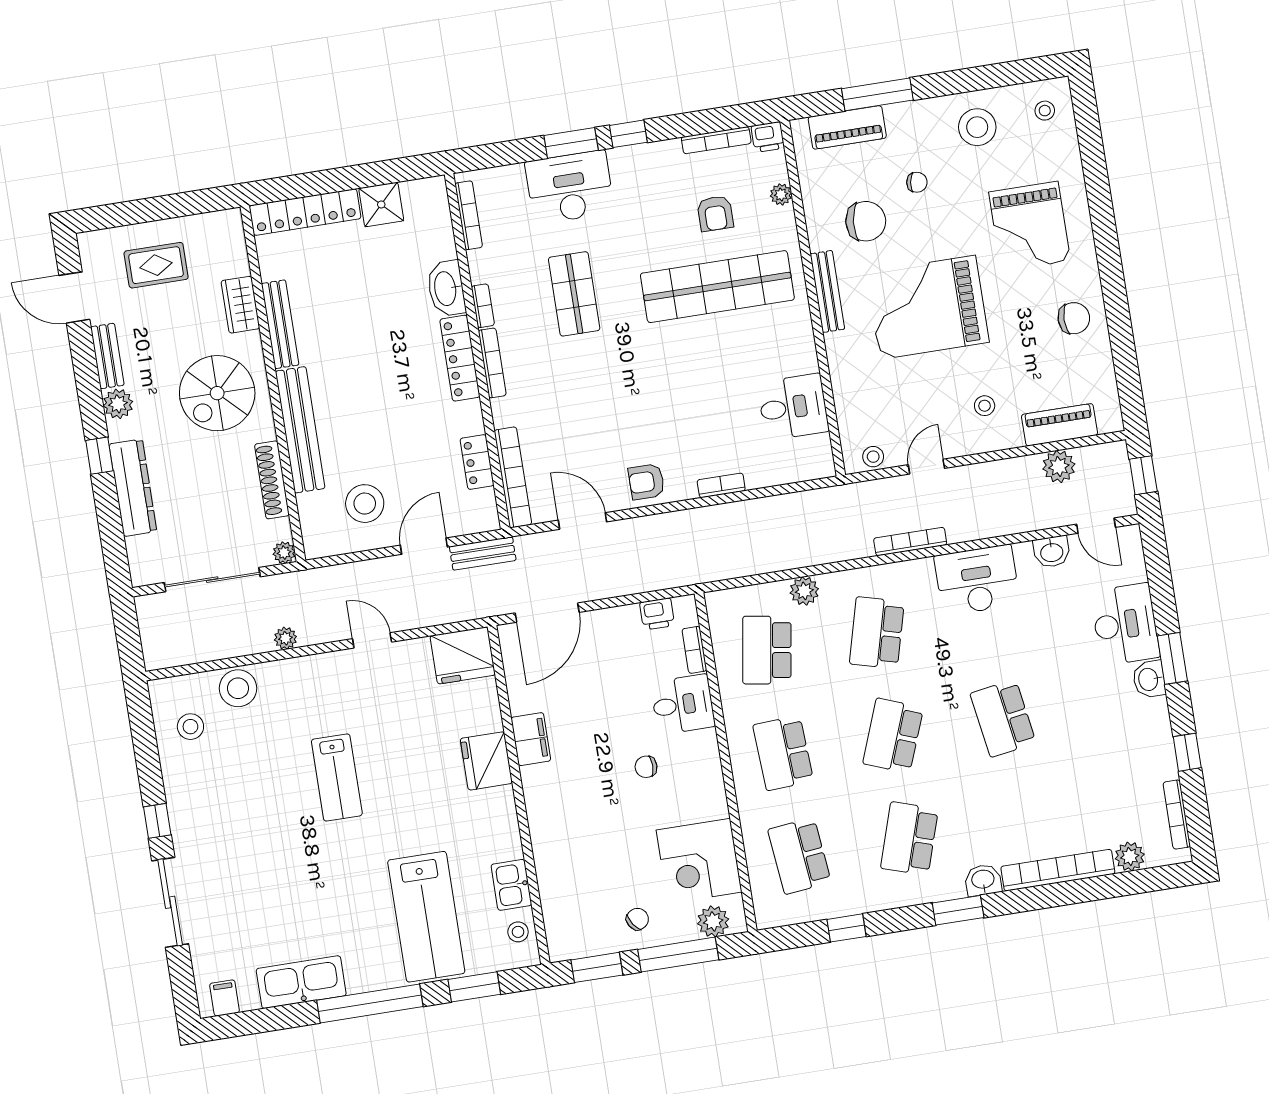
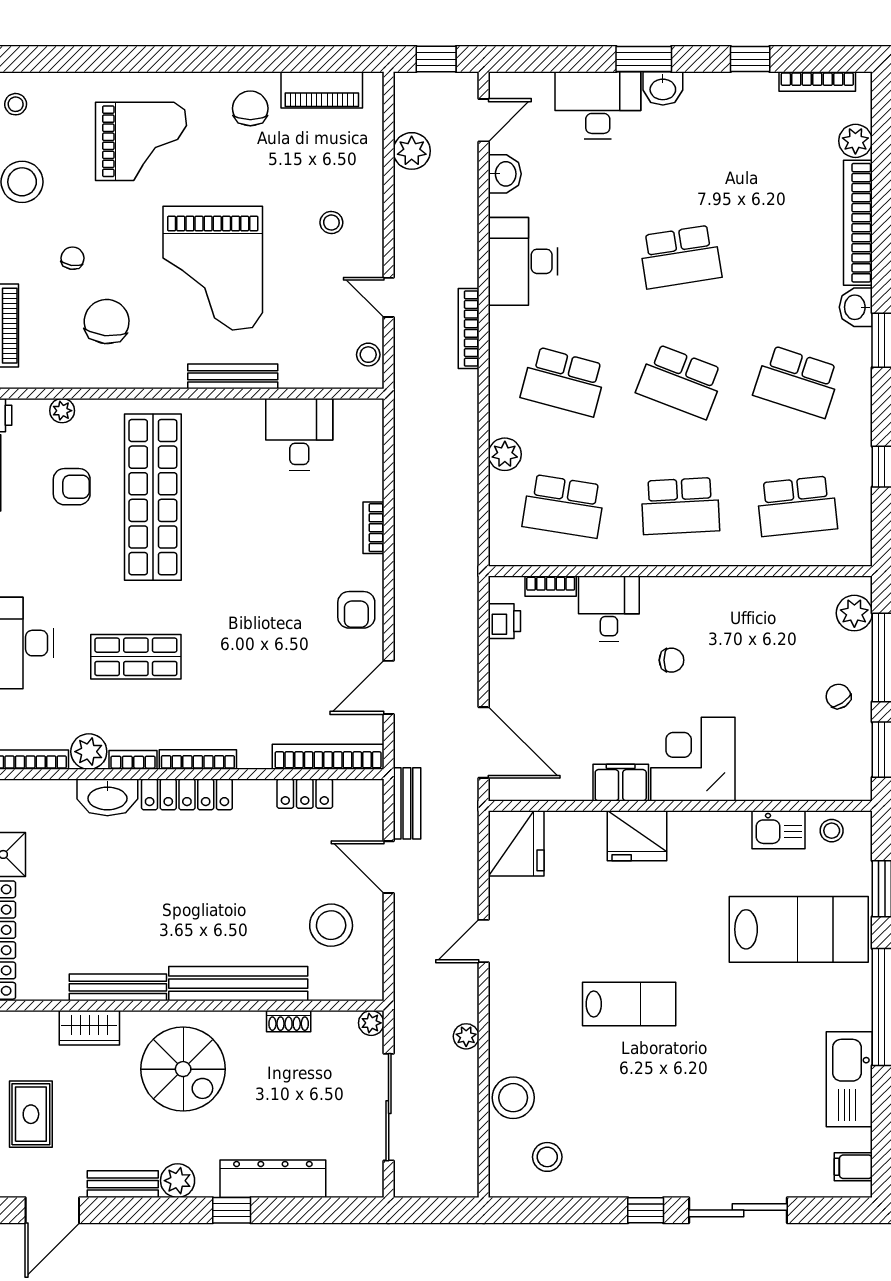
plant: (484, 266) -> (89, 752), added
bench: (827, 291) -> (233, 376), moved
piano: (1060, 425) -> (322, 90), moved, turned -90
shoe rack: (272, 480) -> (289, 1021), width x0.51, depth x0.81
chair: (646, 767) -> (672, 660), turned -90
corner desk: (699, 861) -> (693, 759), moved, turned 180

